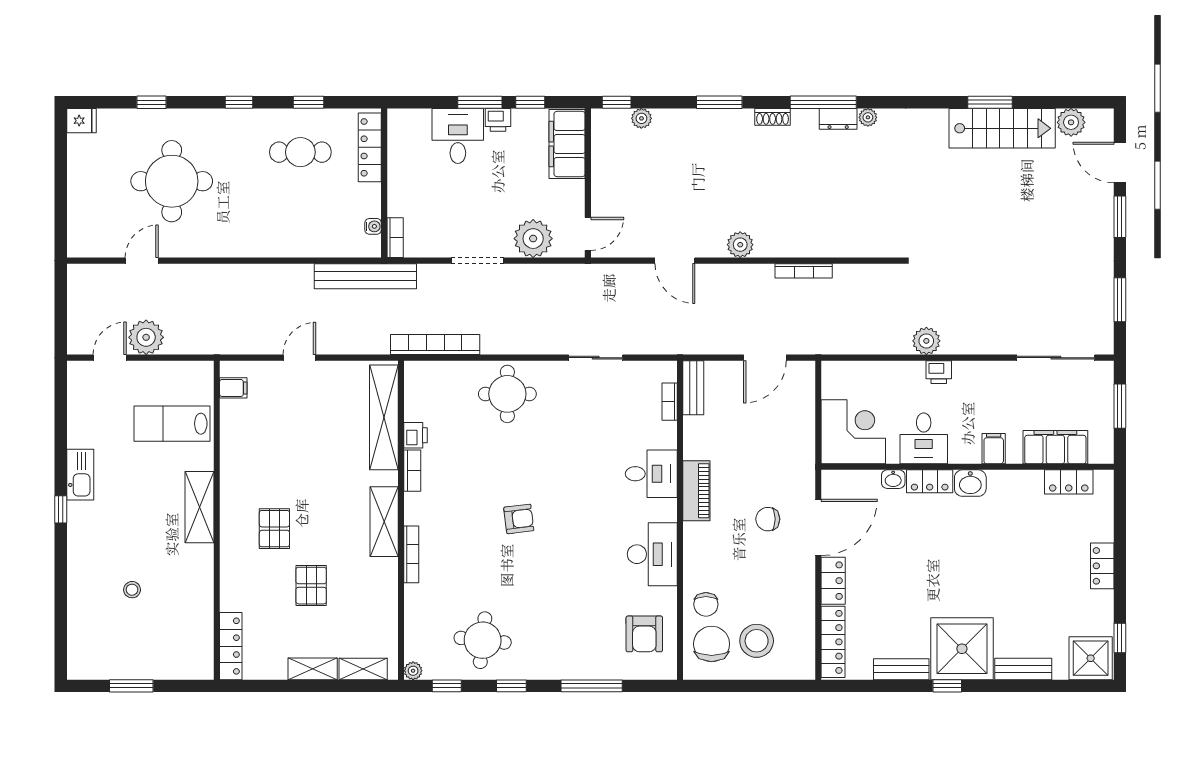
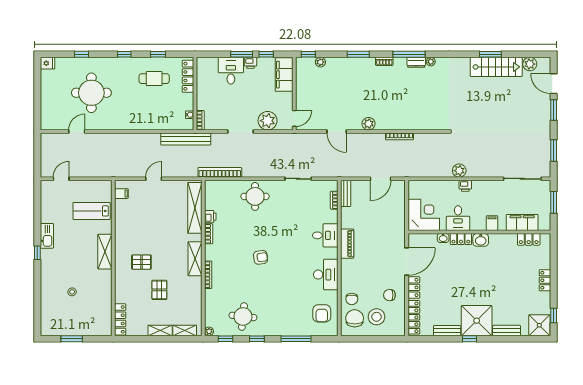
plant: (146, 337) -> (79, 169), removed
chair: (768, 519) -> (389, 295), moved
pallet: (274, 529) -> (141, 262), turned 90

